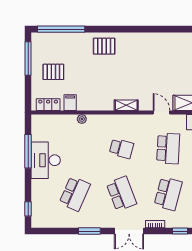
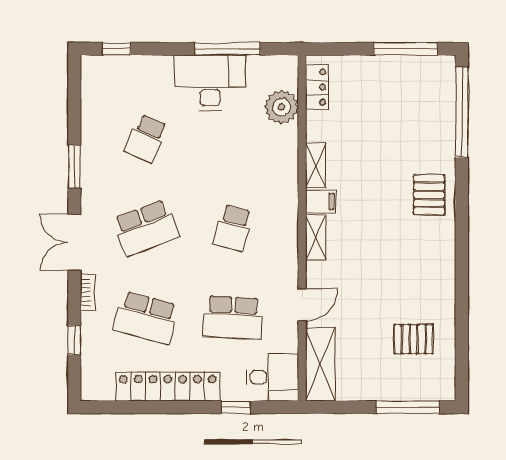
pallet: (53, 72) -> (414, 339), moved, turned 90
filing cabinet: (70, 103) -> (321, 201), moved
shelving: (89, 105) -> (316, 165), added
plant: (82, 119) -> (281, 107), moved, width x1.87, depth x1.87
school desk: (75, 194) -> (146, 138), width x0.54

